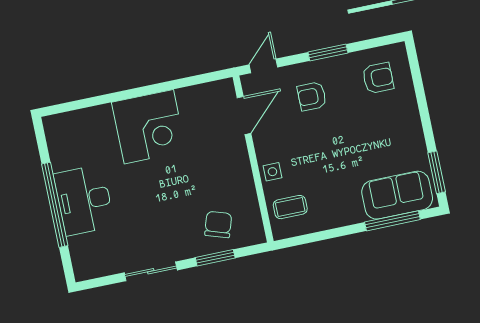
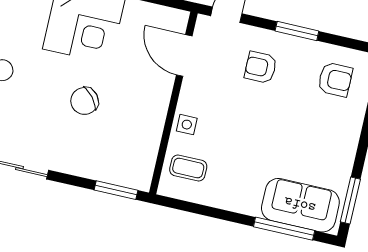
door: (244, 116) -> (184, 55), swing flipped
chair: (218, 224) -> (85, 101), moved, turned -148
window: (215, 258) -> (116, 190), moved

